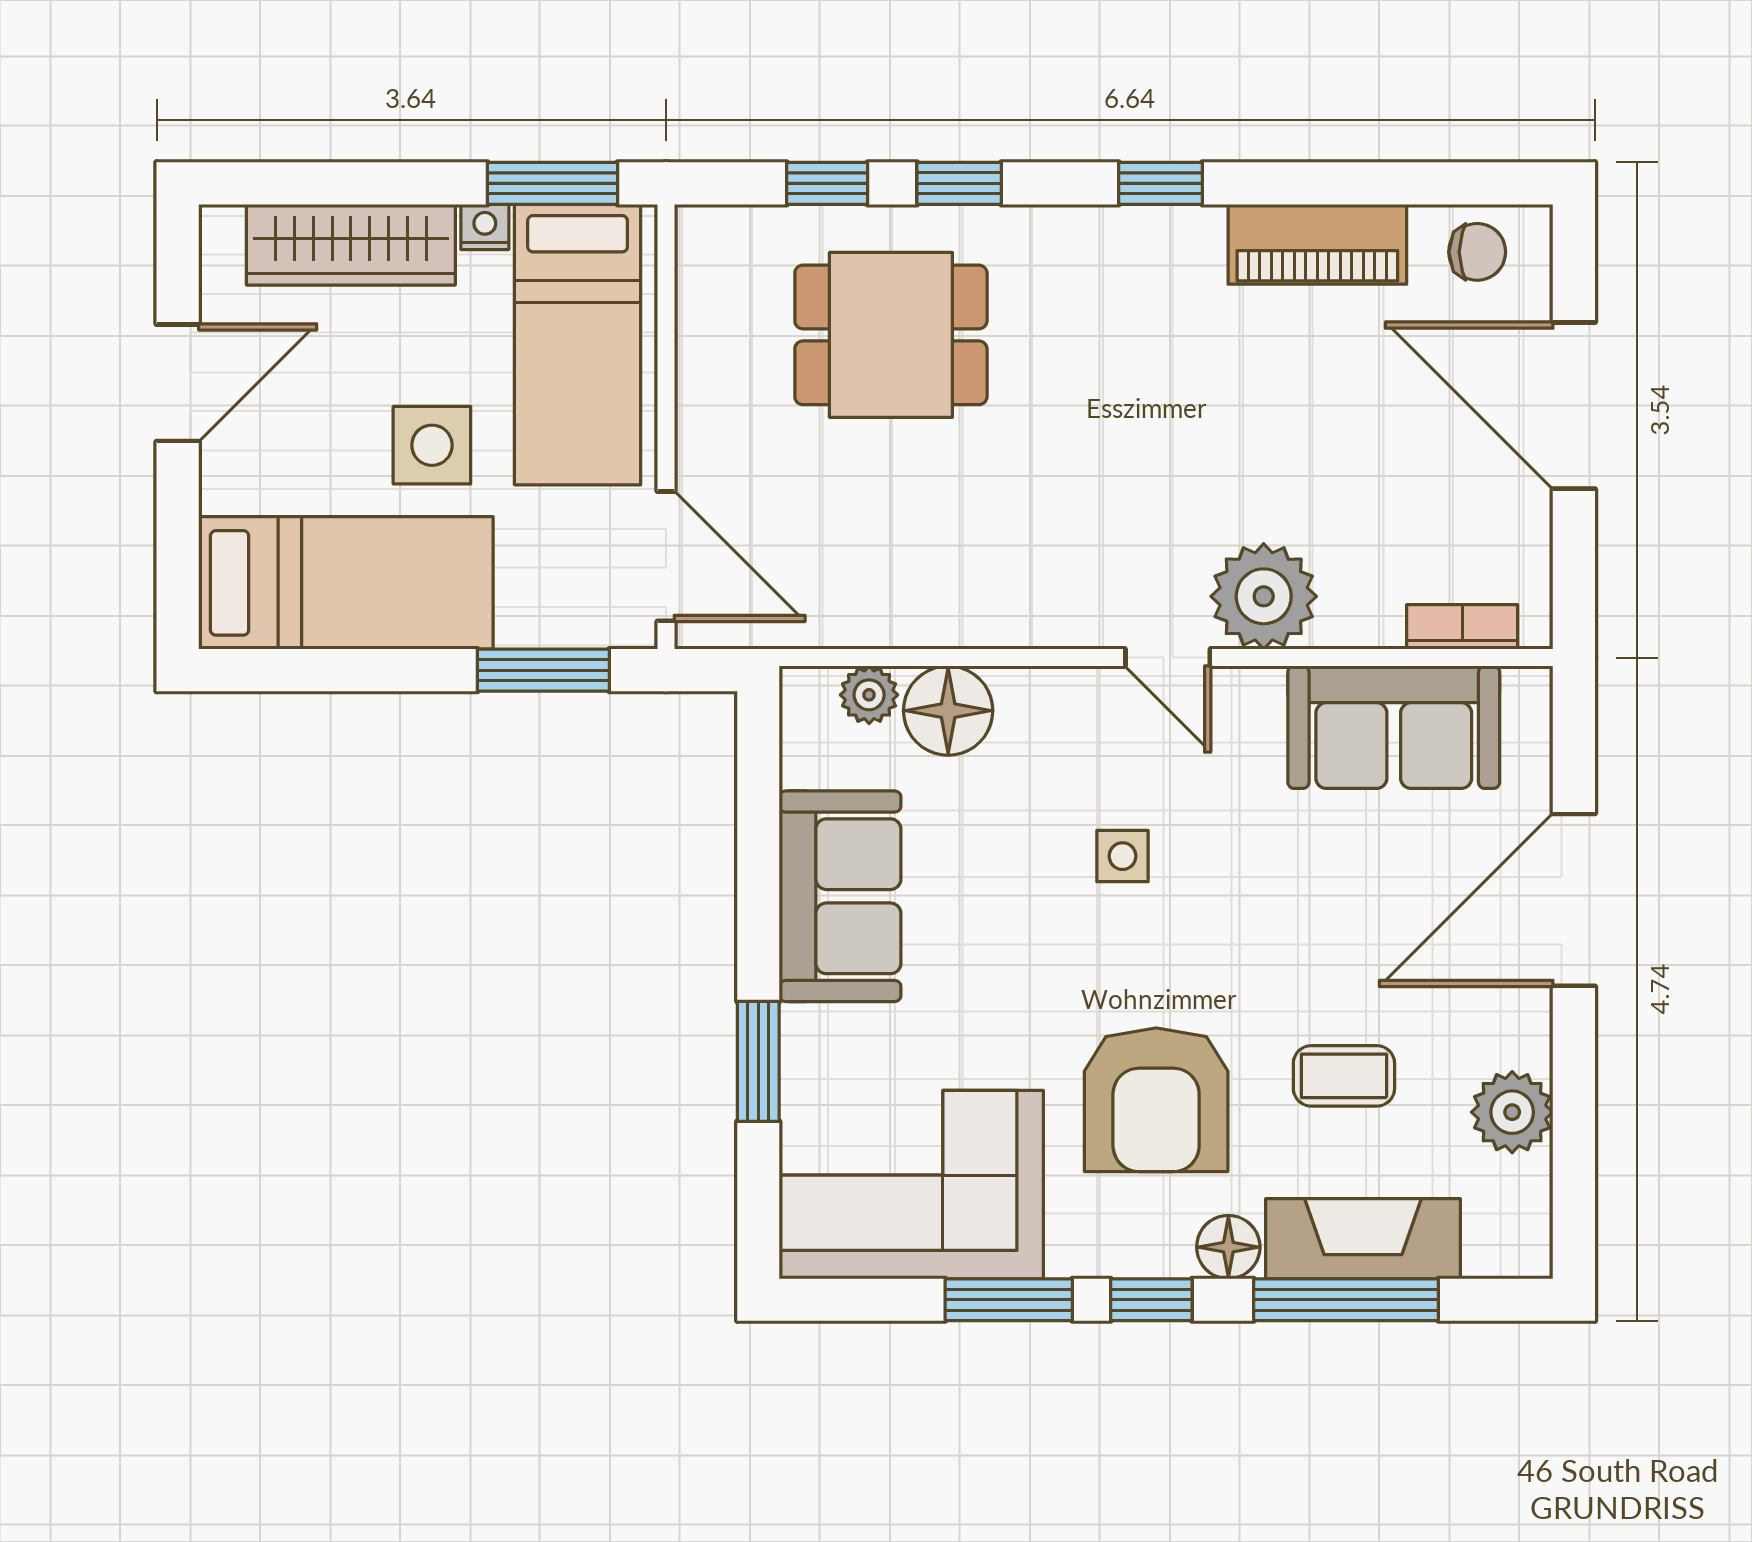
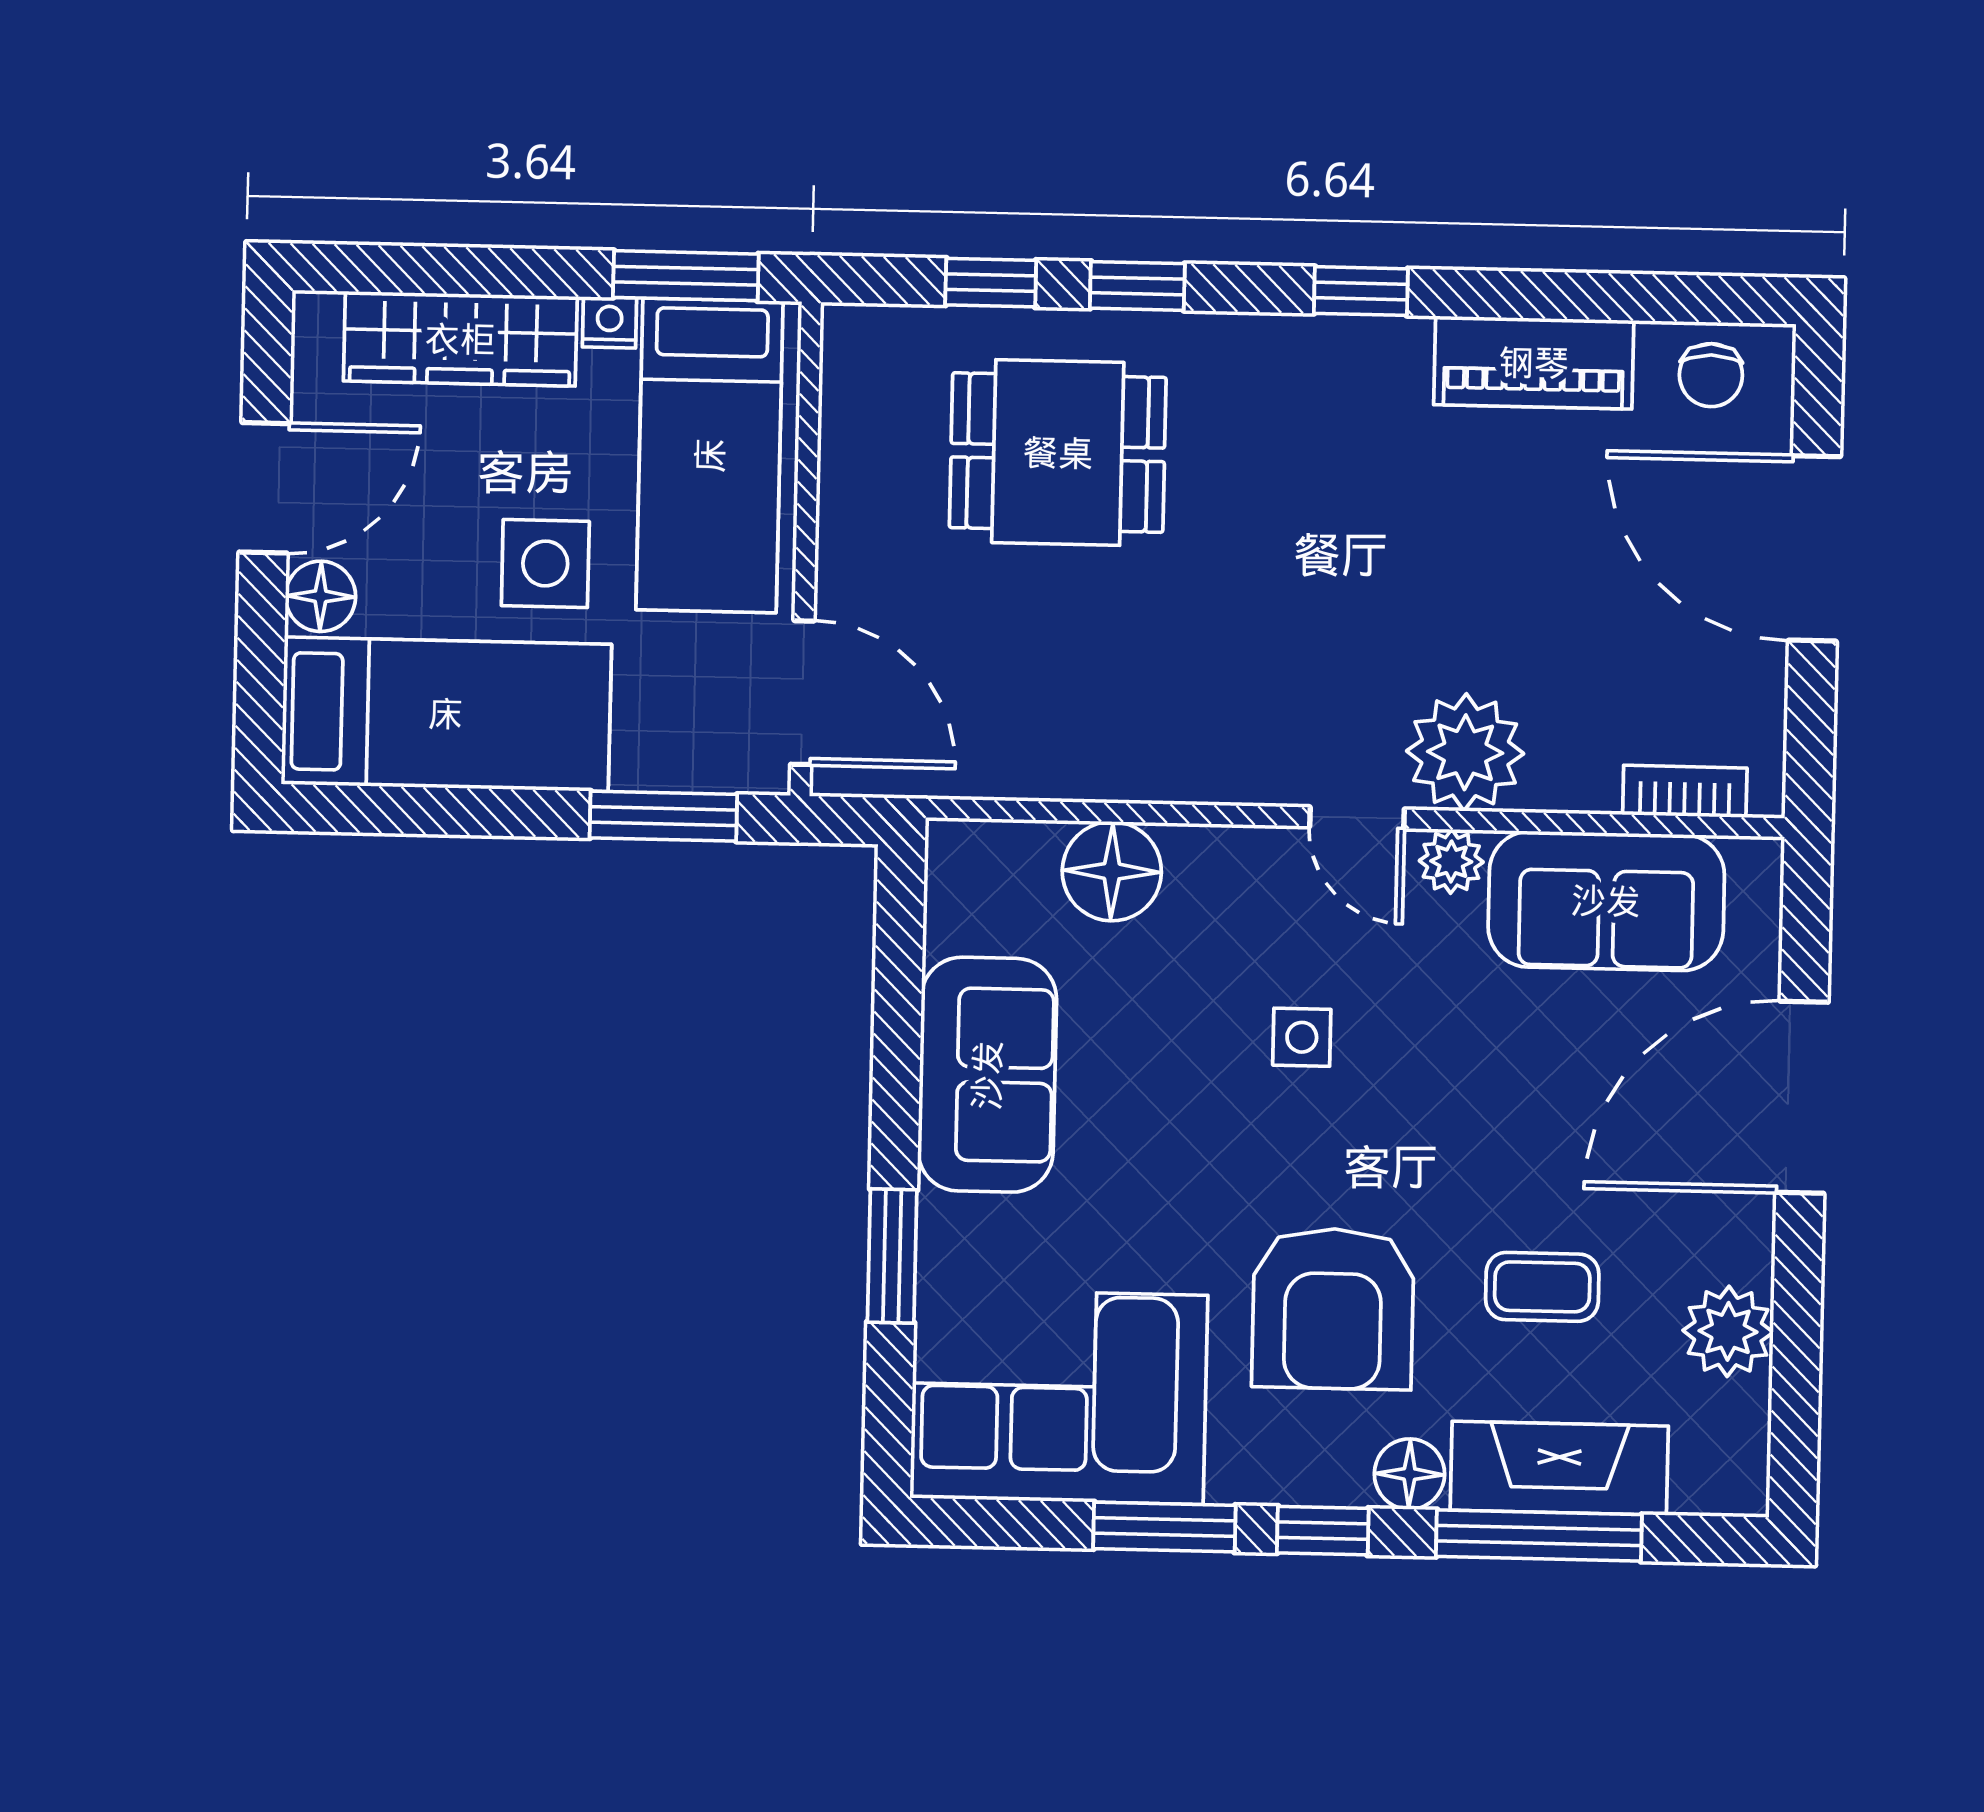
chair: (1477, 252) -> (1711, 375), turned 90
floor lamp: (230, 479) -> (321, 596), added
plant: (869, 695) -> (1451, 861), moved

